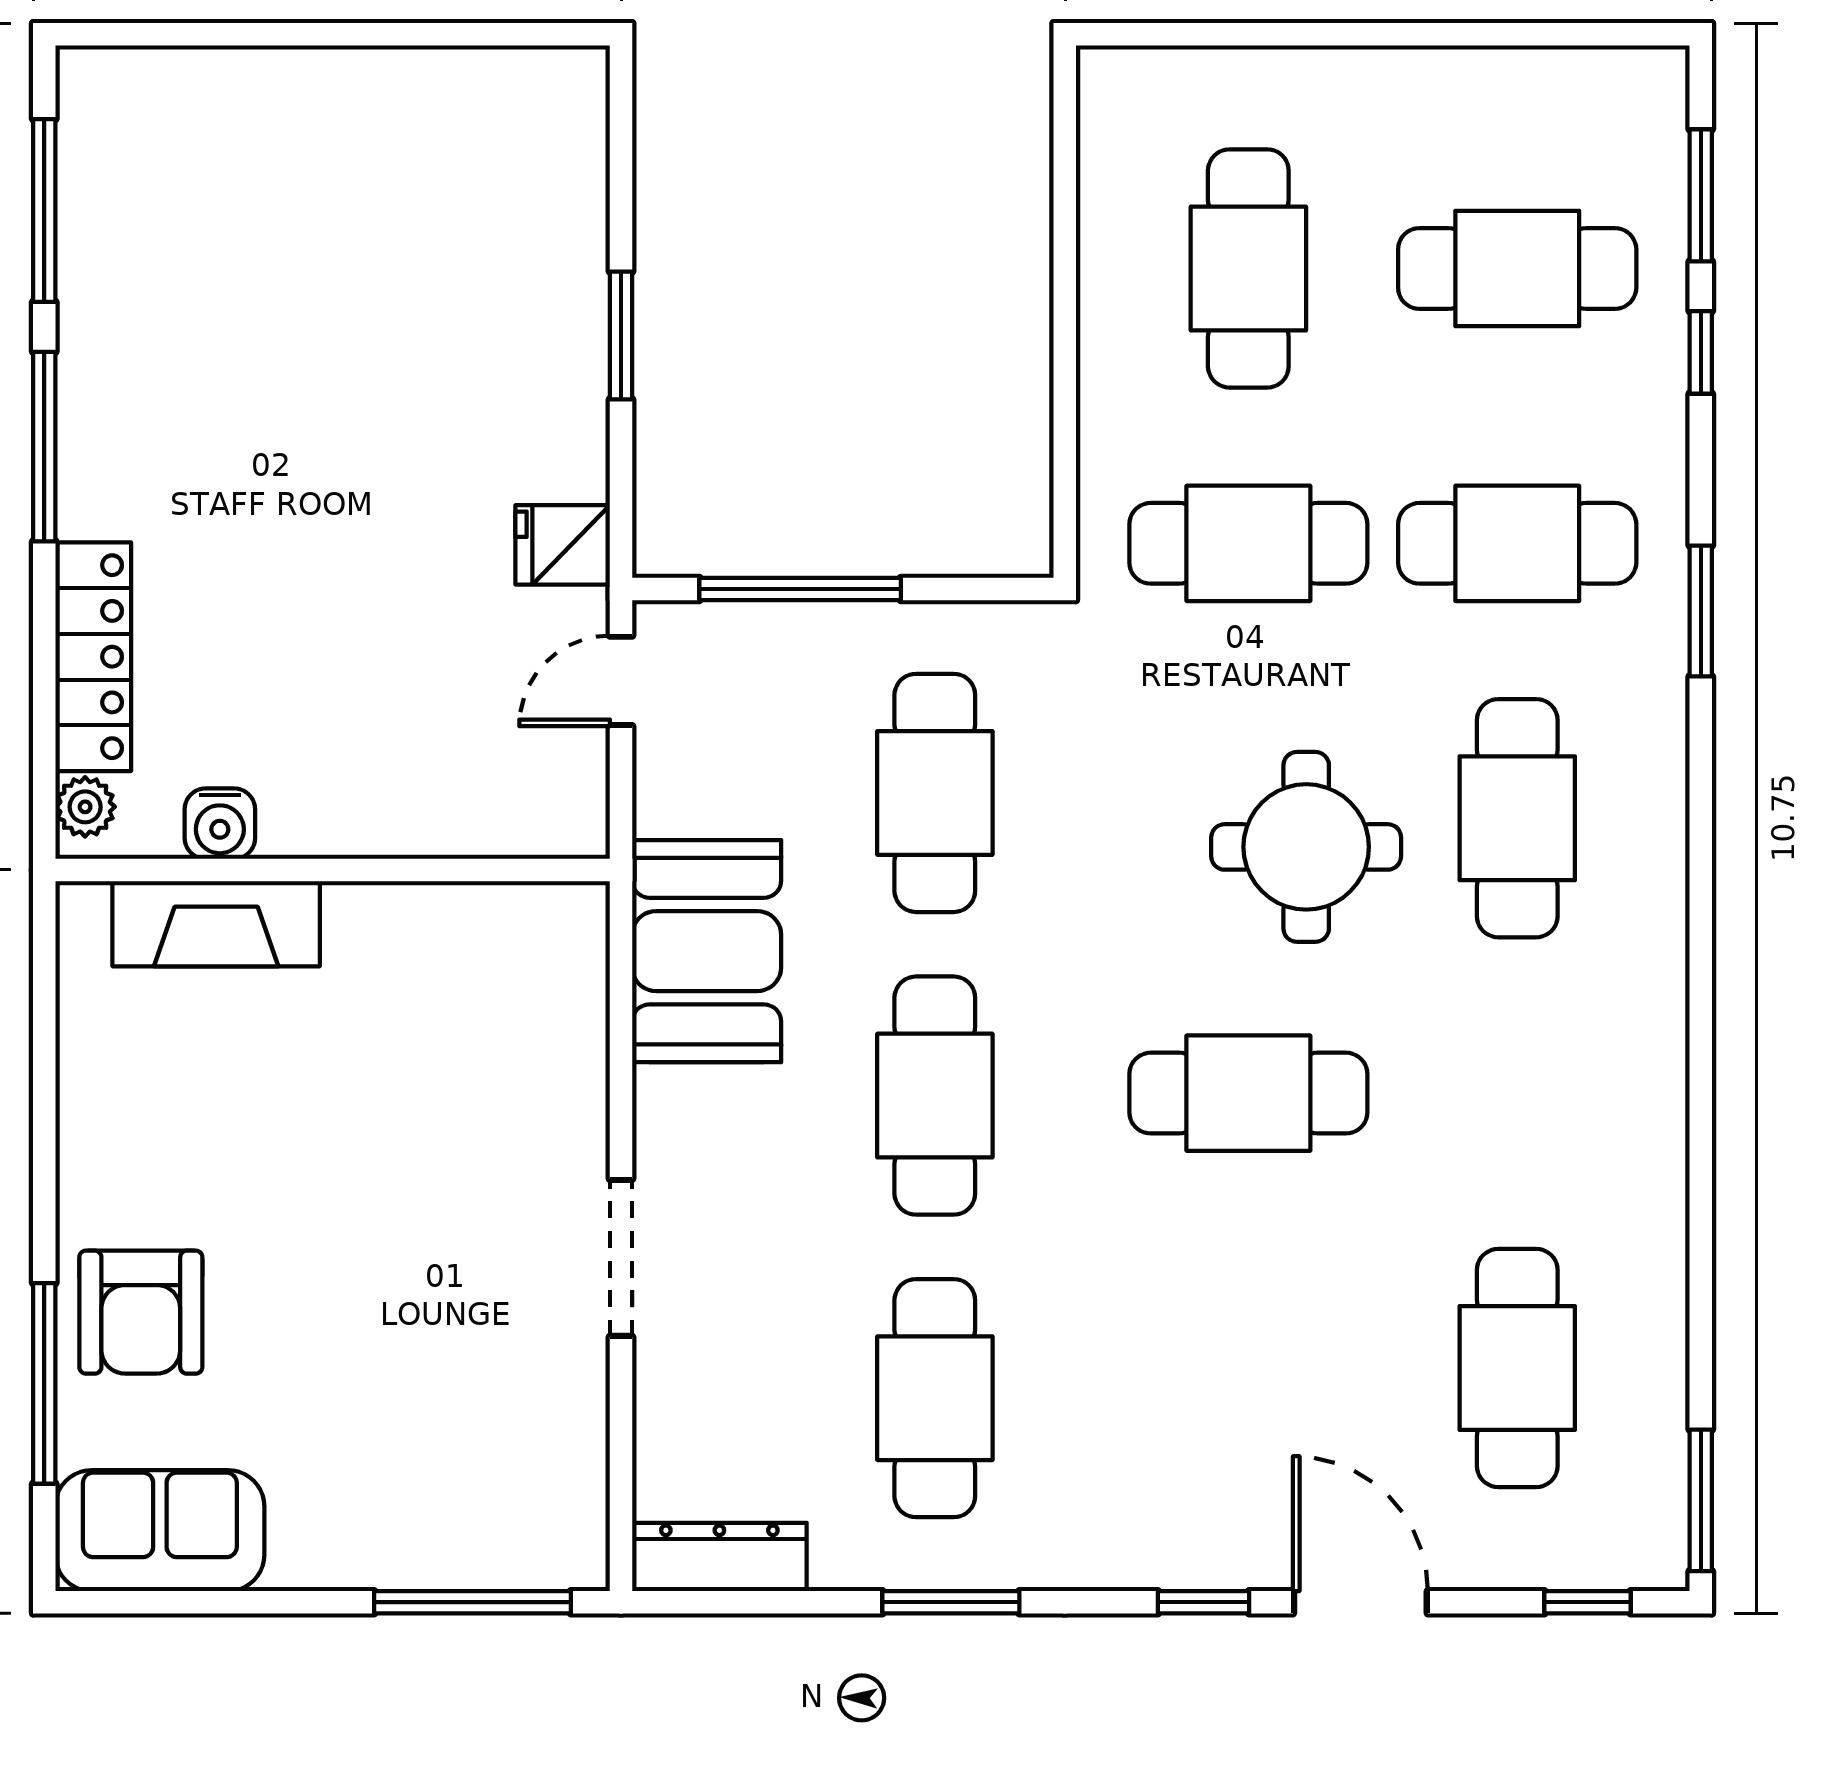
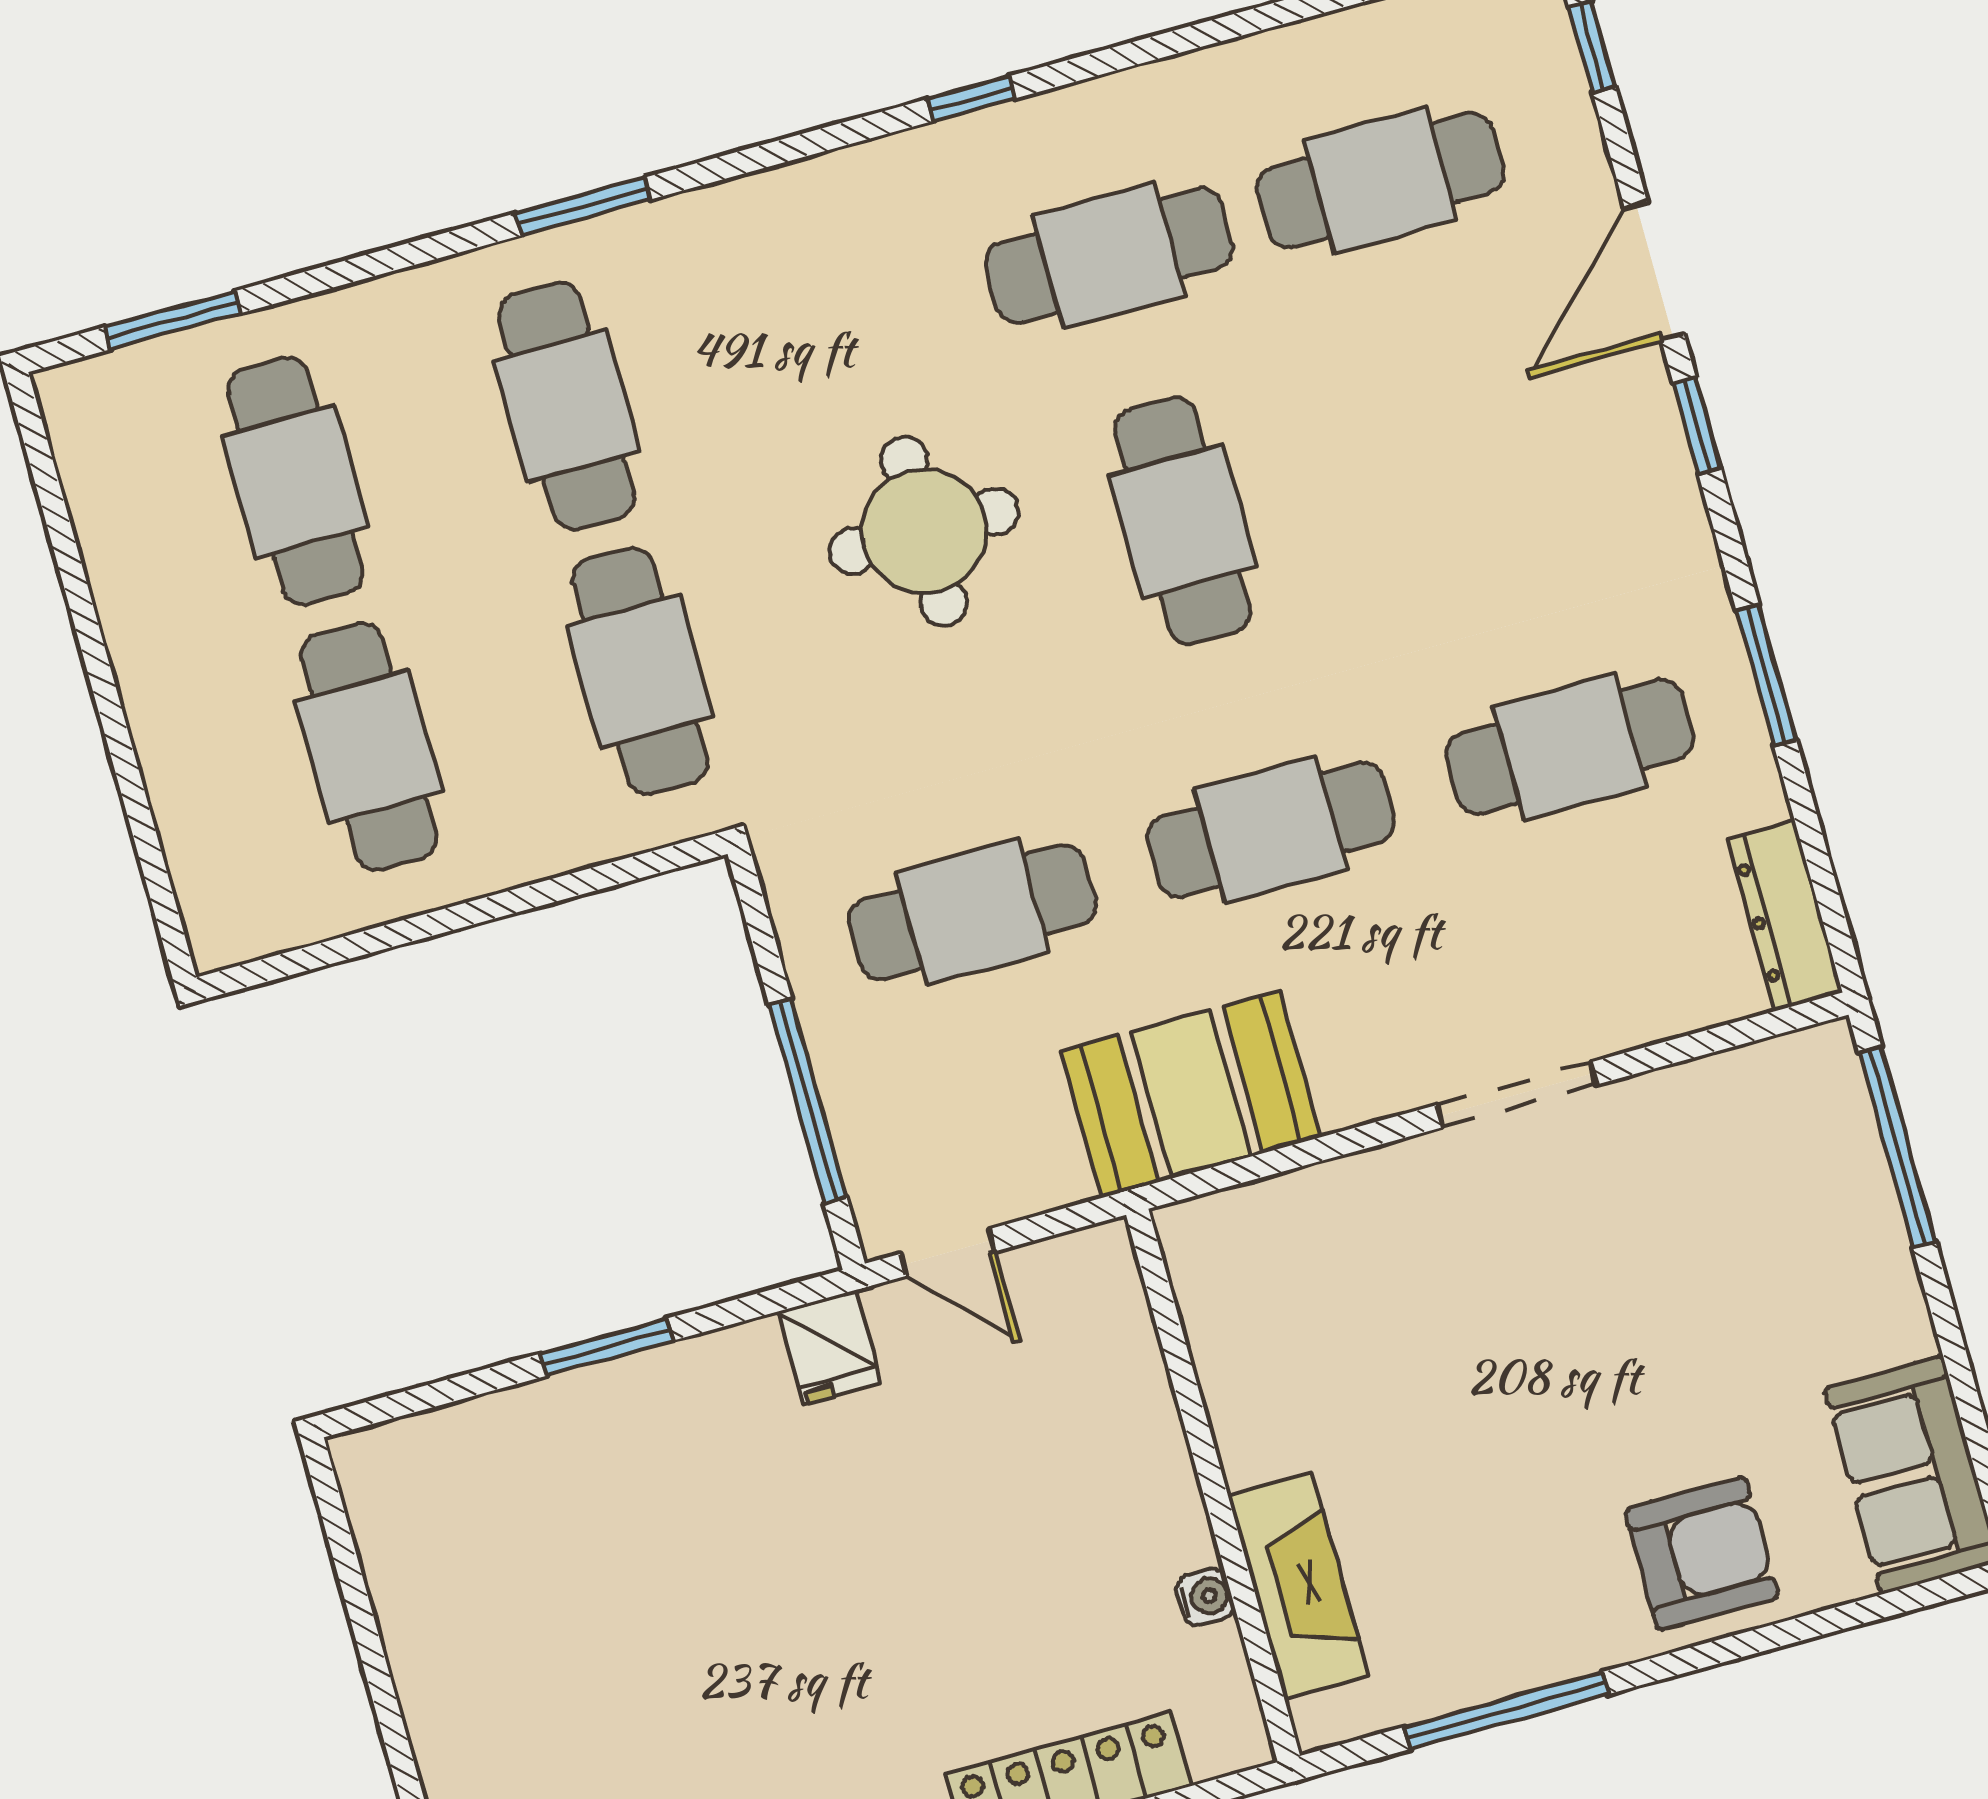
cafe table: (1248, 268) -> (369, 746), turned 90
window: (1701, 352) -> (971, 99), moved
plant: (85, 807) -> (1218, 1747), removed
cafe table: (1517, 818) -> (1109, 256), moved
water cooler: (220, 824) -> (1205, 1597), width x0.72, depth x0.72
window: (44, 1383) -> (1506, 1711), moved

